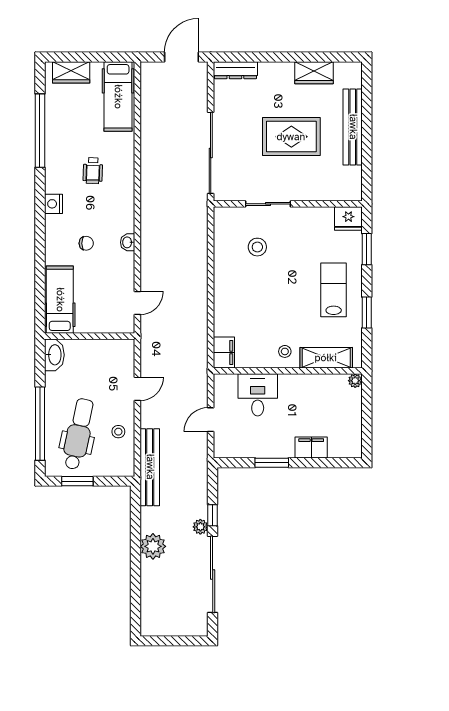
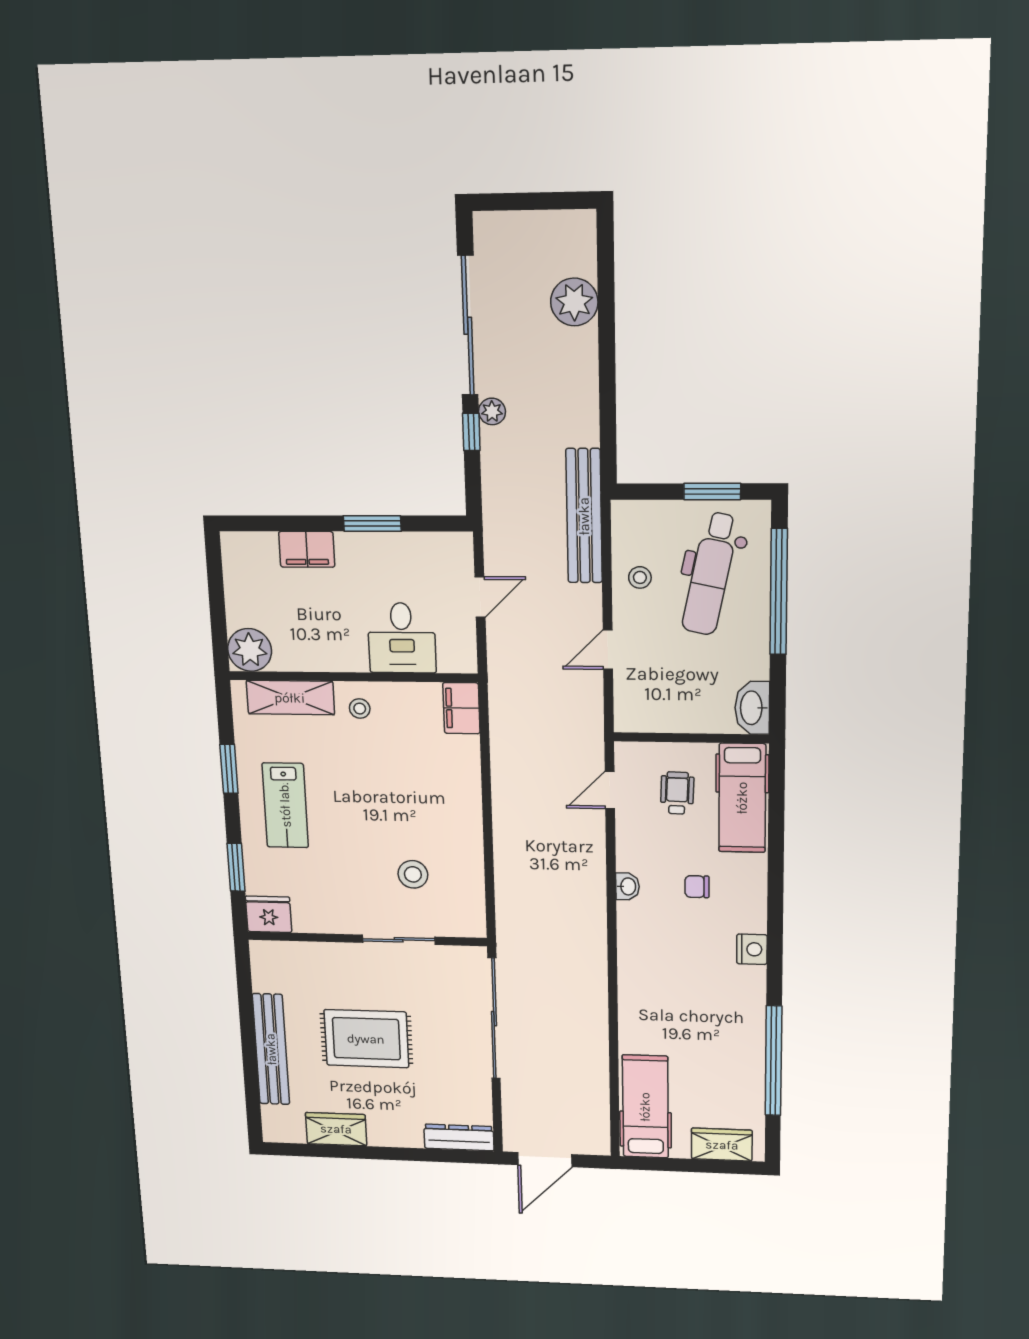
wheelchair: (93, 171) -> (677, 793), moved
plant: (355, 381) -> (250, 650), width x1.88, depth x1.88
plant: (153, 546) -> (574, 302), moved

